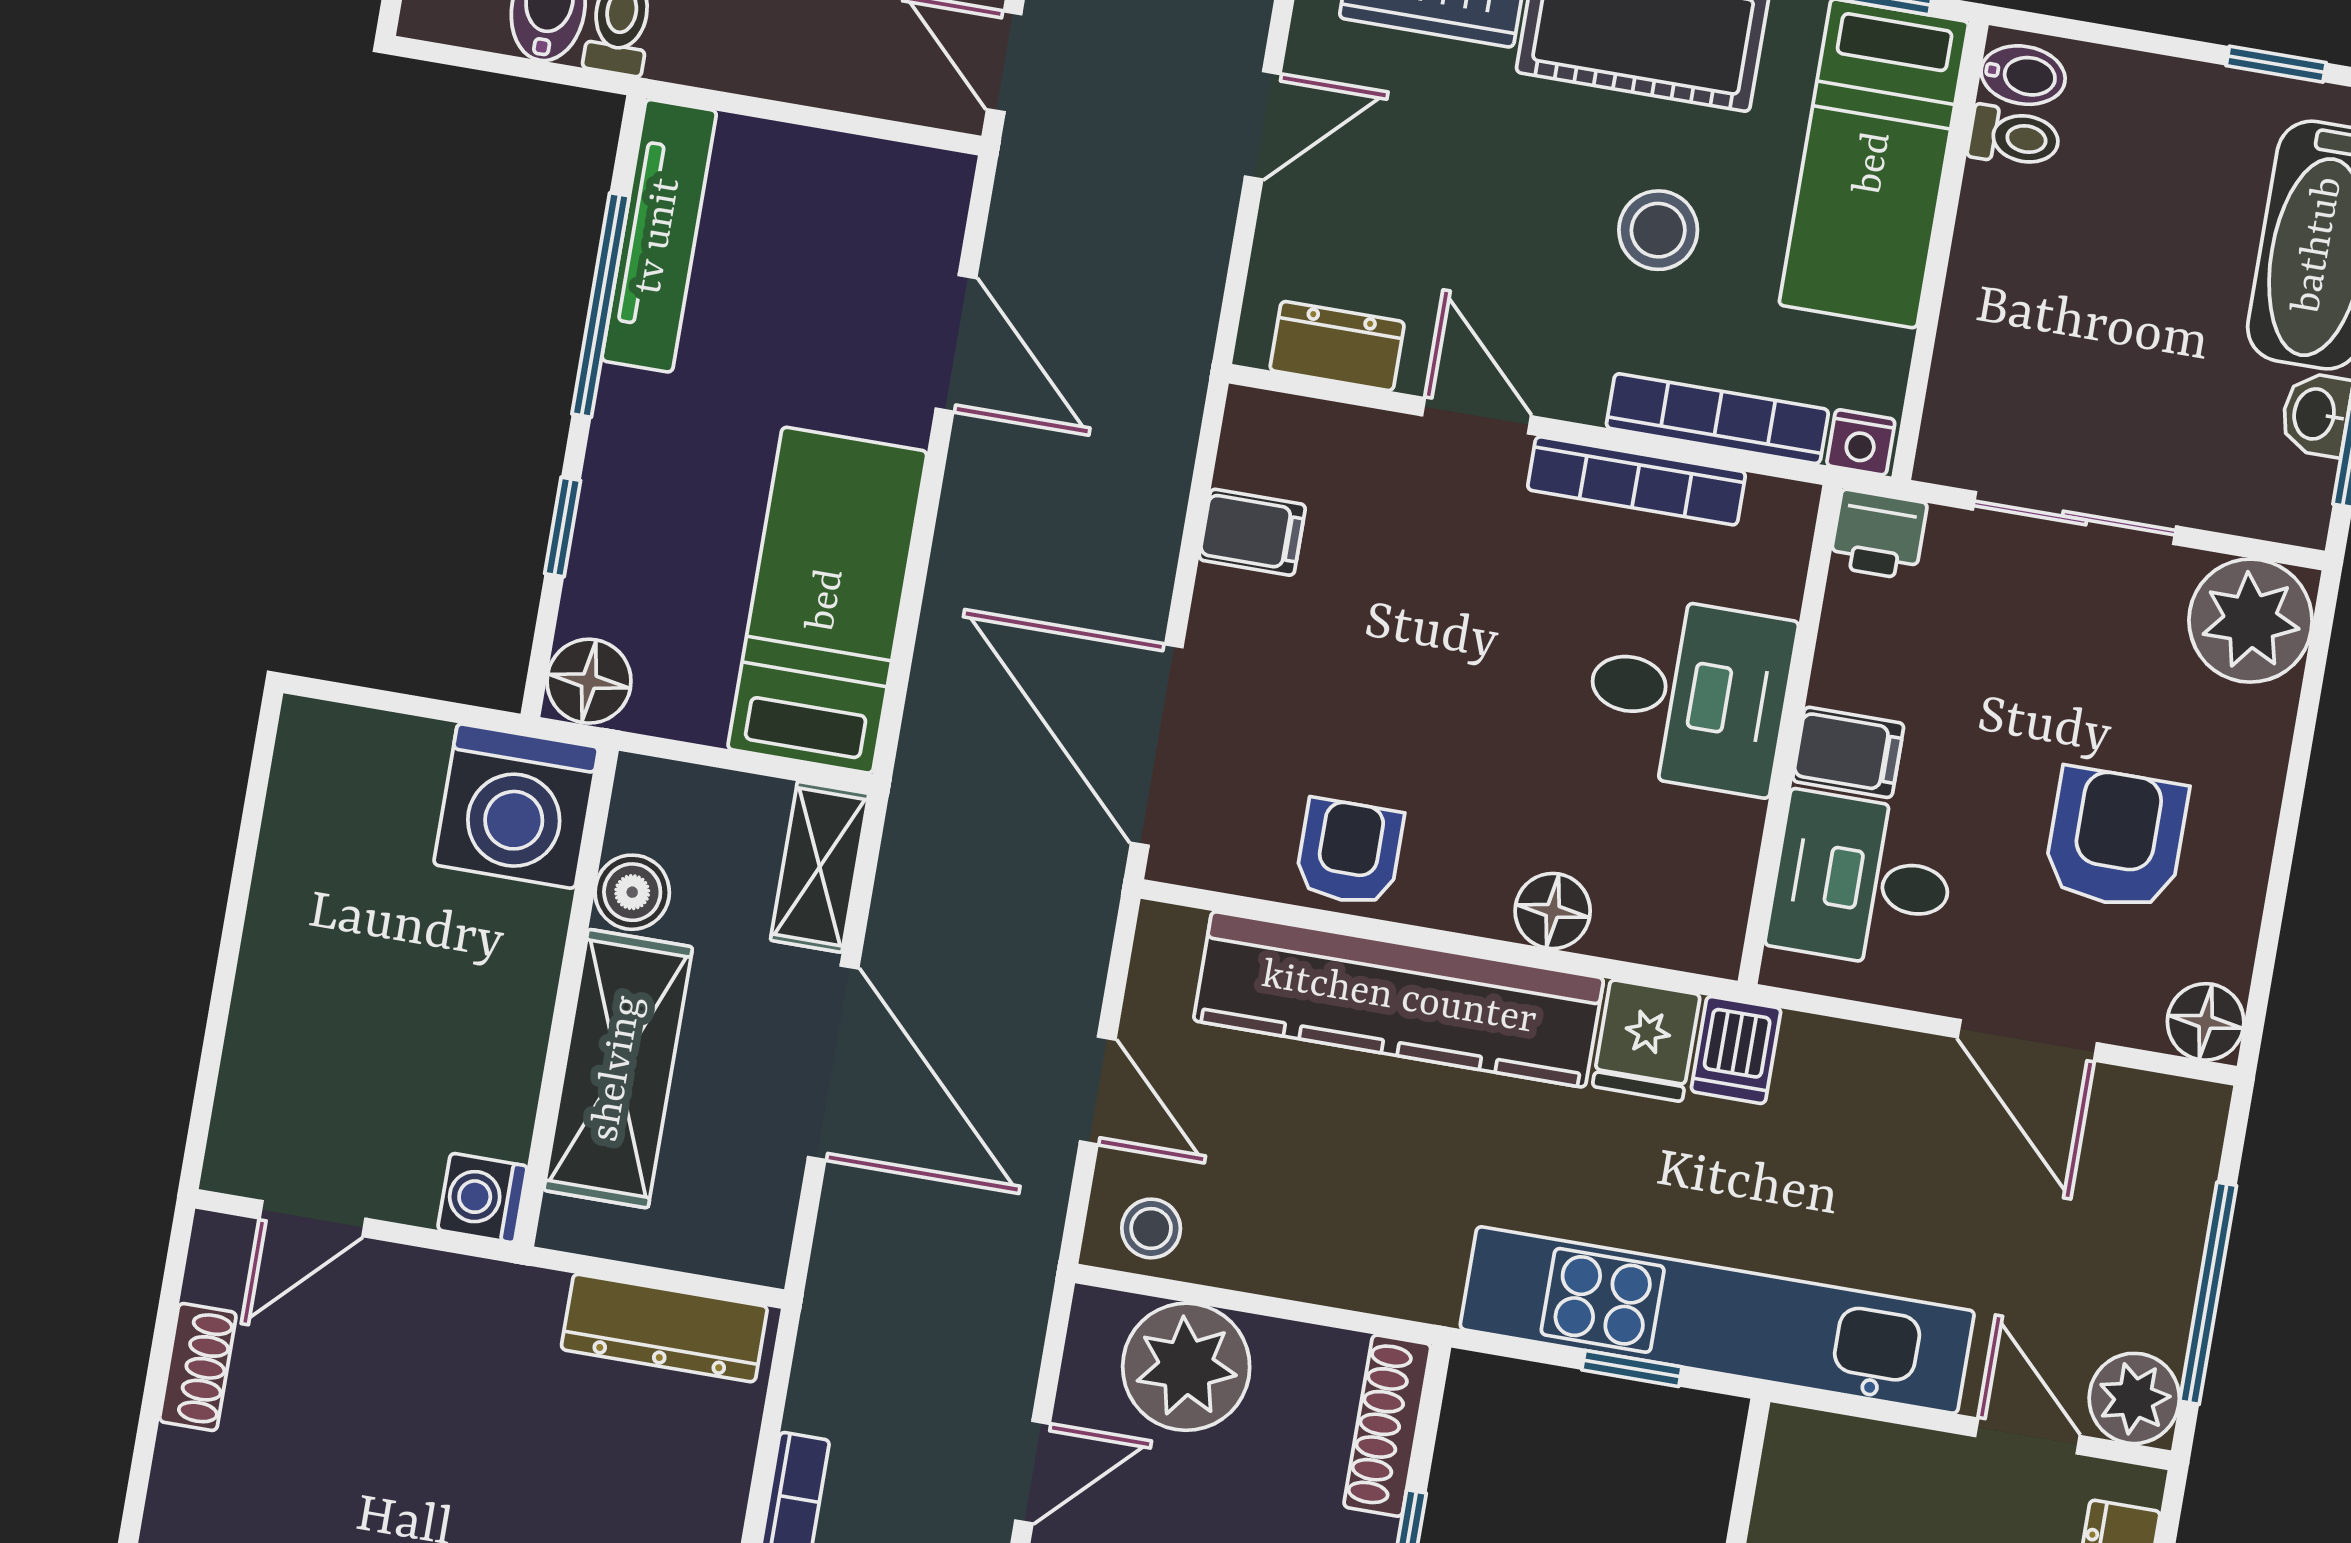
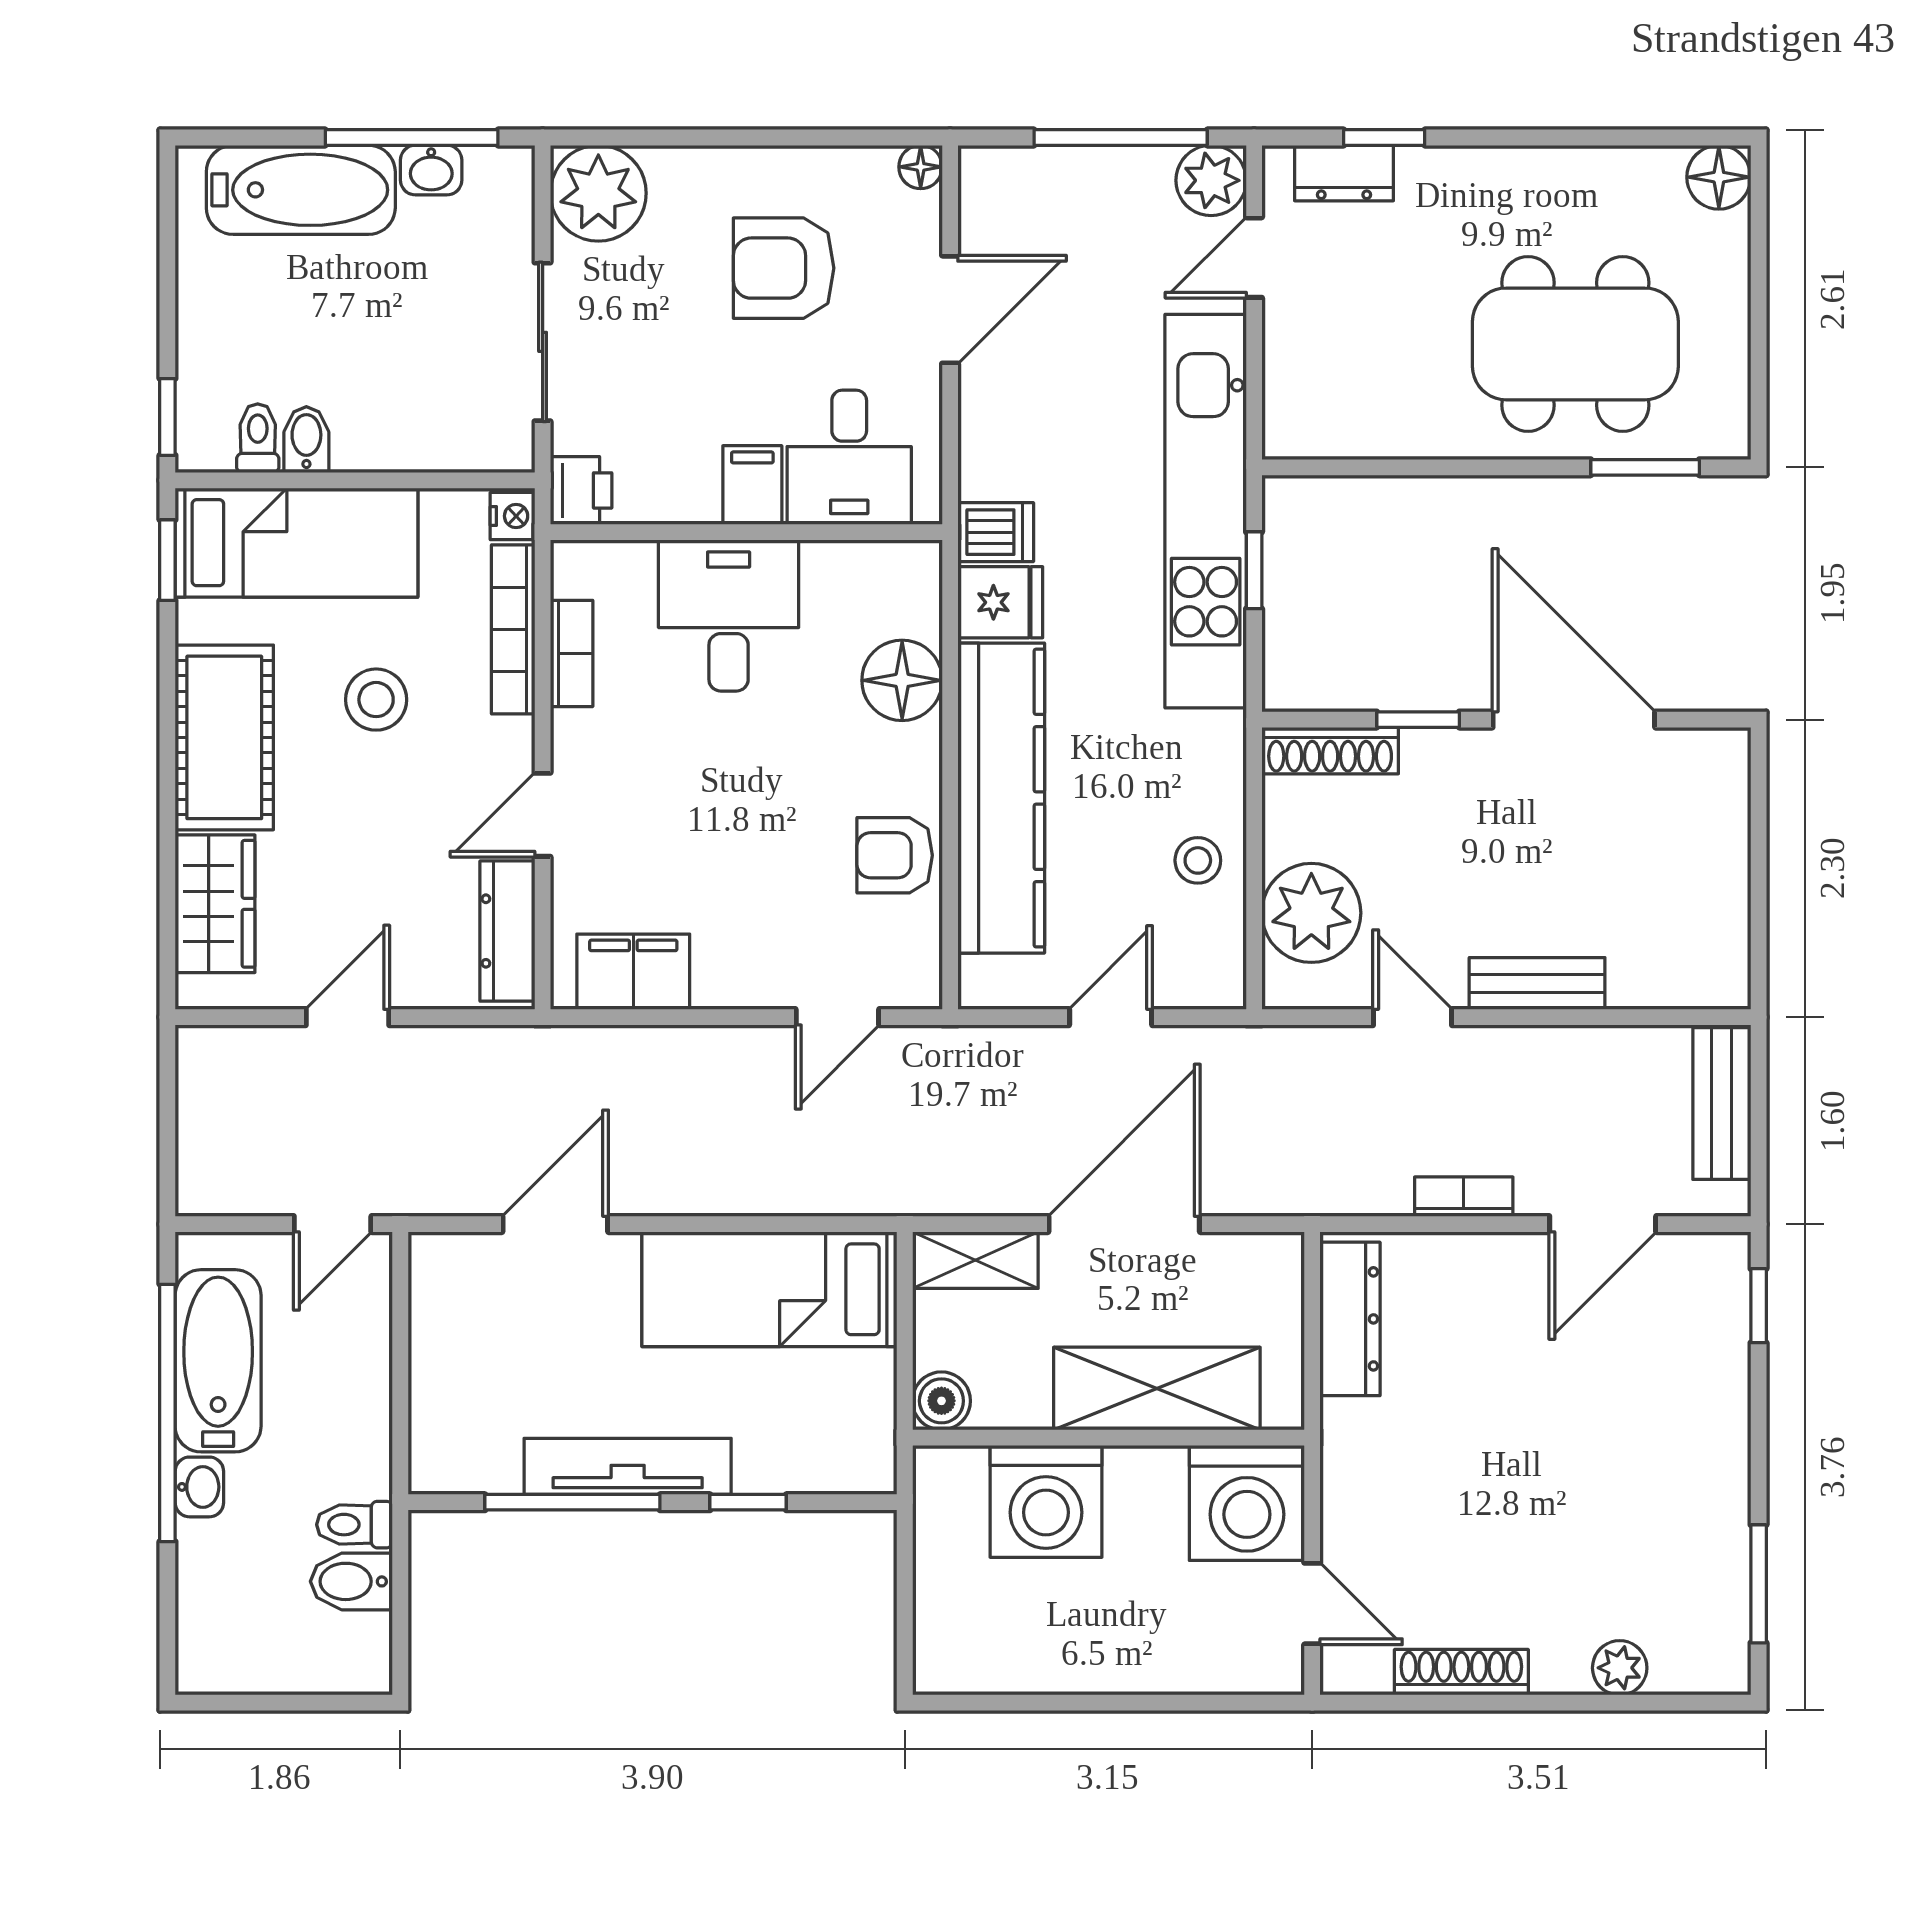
window: (2276, 64) -> (167, 417), moved
bidet: (2023, 75) -> (306, 440), moved
door: (1263, 125) -> (347, 1017), hinge flipped
tv unit: (659, 236) -> (628, 1466), moved
dresser: (1337, 346) -> (507, 931), width x1.44
bookcase: (1637, 481) -> (572, 653), width x0.64
filing cabinet: (1252, 532) -> (633, 972), width x2.00
floor lamp: (589, 681) -> (863, 1462), removed
door: (1157, 745) -> (837, 1017), width x0.53
washing machine: (516, 806) -> (1046, 1501), moved, turned 90
boiler: (632, 892) -> (941, 1401), moved
floor lamp: (1553, 911) -> (902, 680), width x1.38, depth x1.38
floor lamp: (2206, 1022) -> (921, 167), width x0.73, depth x0.73
washing machine: (482, 1198) -> (1247, 1503), width x1.89, depth x1.89
stool: (1151, 1228) -> (1198, 860), moved
shoe rack: (198, 1367) -> (1461, 1672), width x1.43

